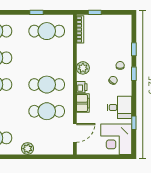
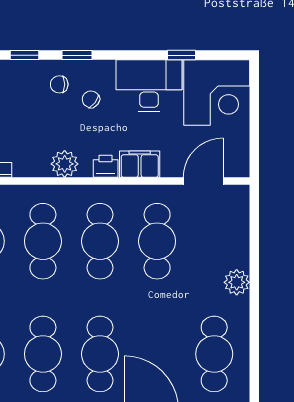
cafe table: (47, 58) -> (43, 241), added
desk: (120, 107) -> (149, 86), width x1.37
door: (75, 133) -> (203, 181), hinge flipped

